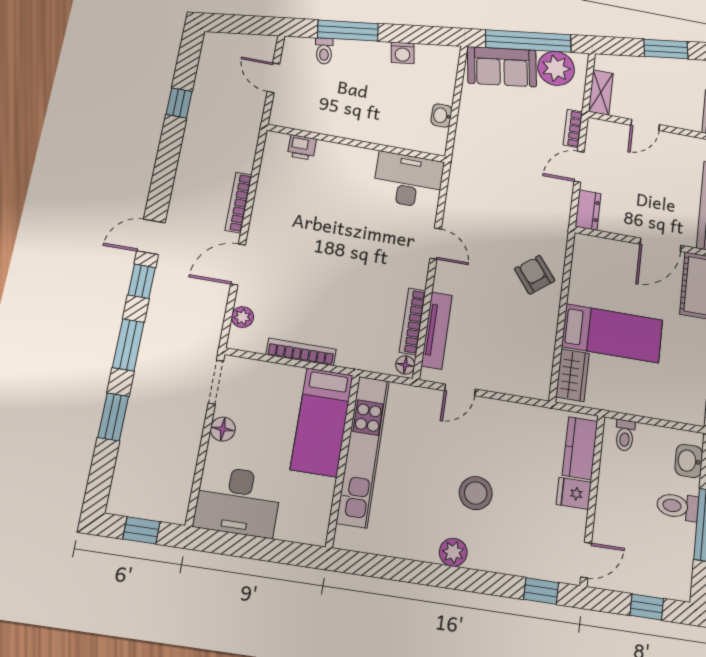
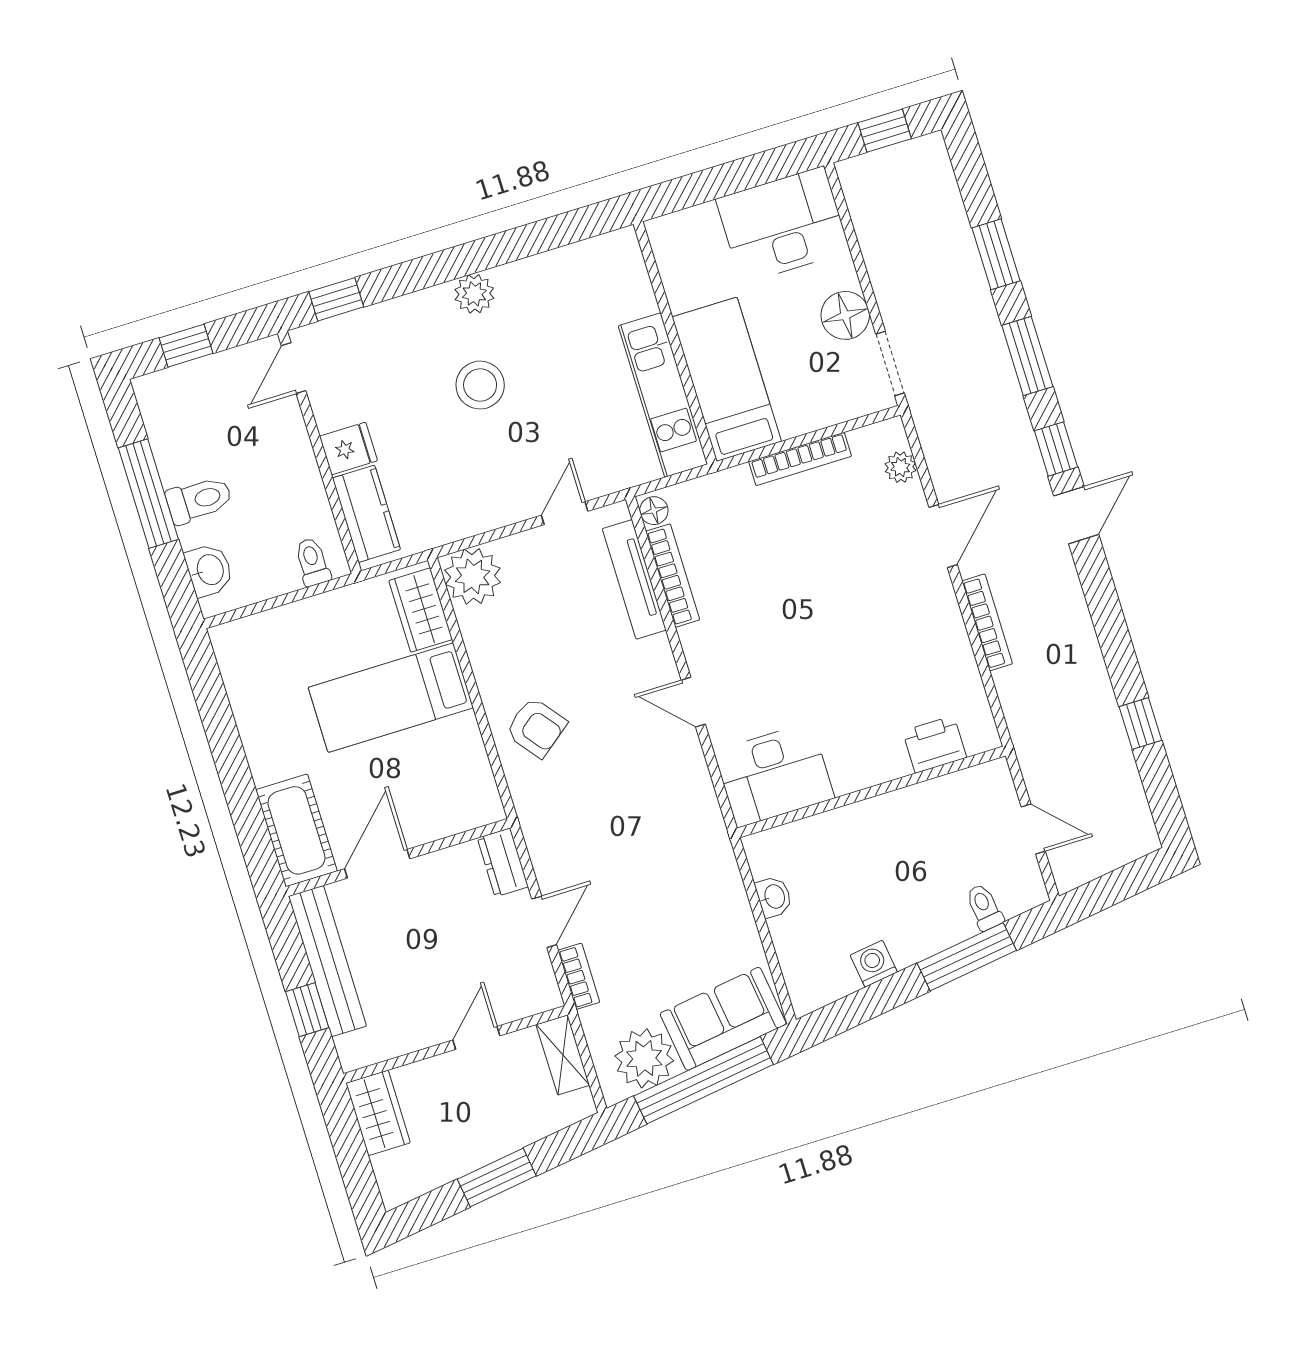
printer: (302, 147) -> (935, 744), width x1.36, depth x1.24
plant: (533, 380) -> (473, 576), added
floor lamp: (223, 429) -> (845, 315), width x1.38, depth x1.38
kitchen unit: (363, 451) -> (663, 395), width x0.73

